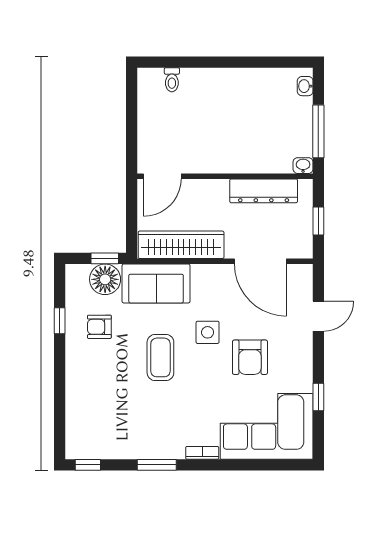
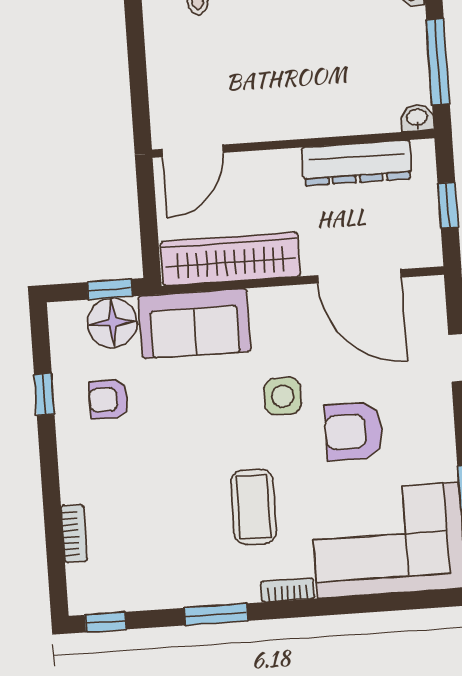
coffee table: (160, 357) -> (254, 507), moved
armchair: (250, 357) -> (354, 431), turned 90
bookcase: (72, 408) -> (74, 533), added

